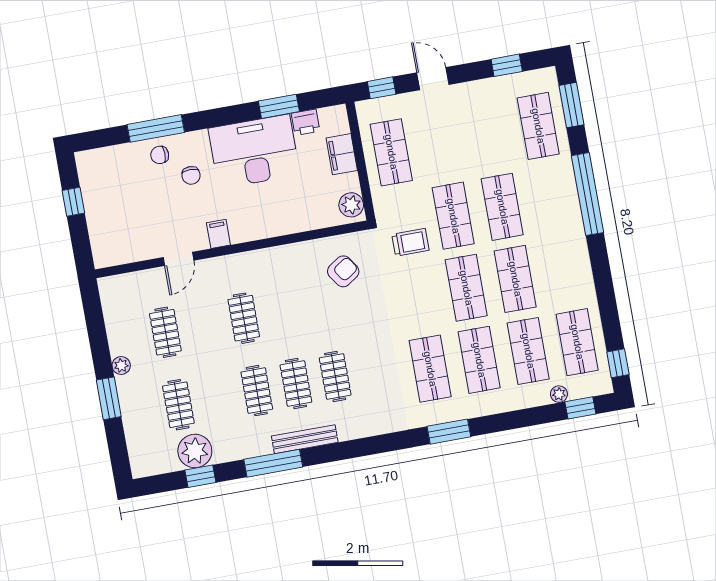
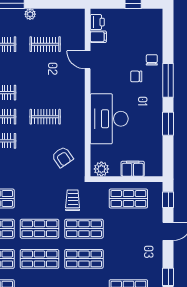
window: (279, 106) -> (168, 124), moved
printer: (305, 122) -> (97, 22), moved, turned 180
window: (156, 128) -> (168, 80), moved
desk: (254, 151) -> (109, 119), moved, turned 180
filing cabinet: (218, 234) -> (98, 37), moved
trolley: (410, 242) -> (73, 200), turned 180
clothes rail: (244, 318) -> (45, 117), moved

